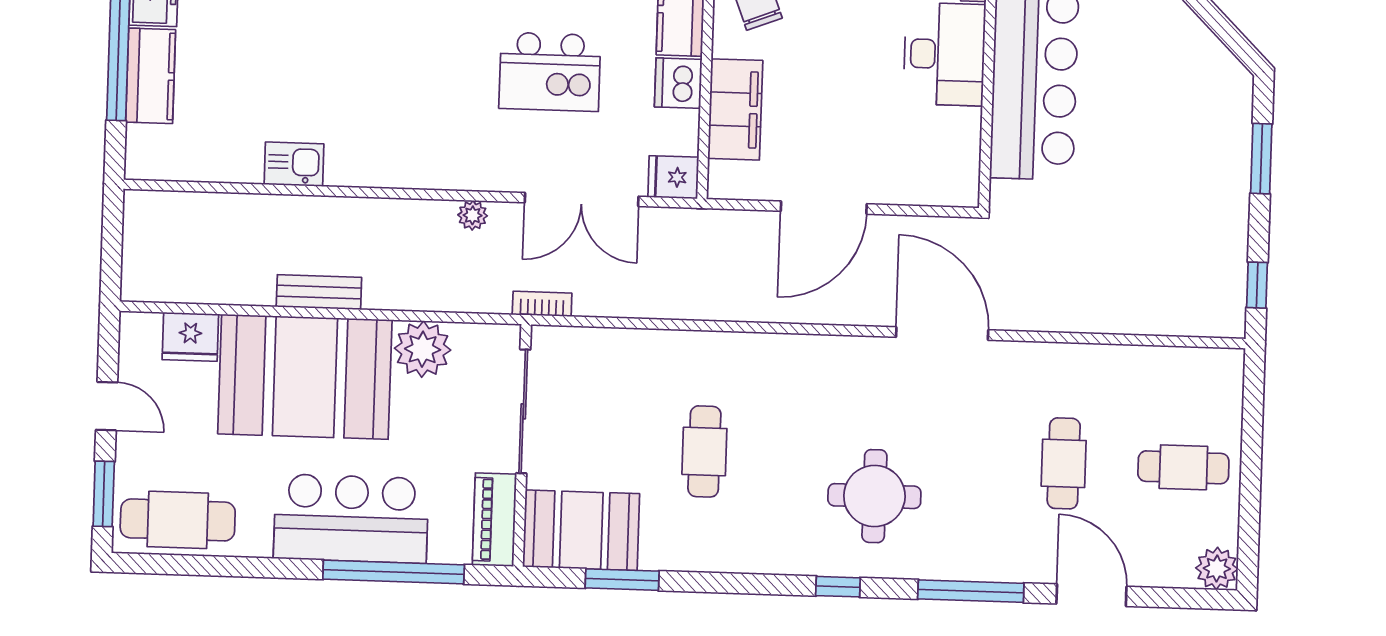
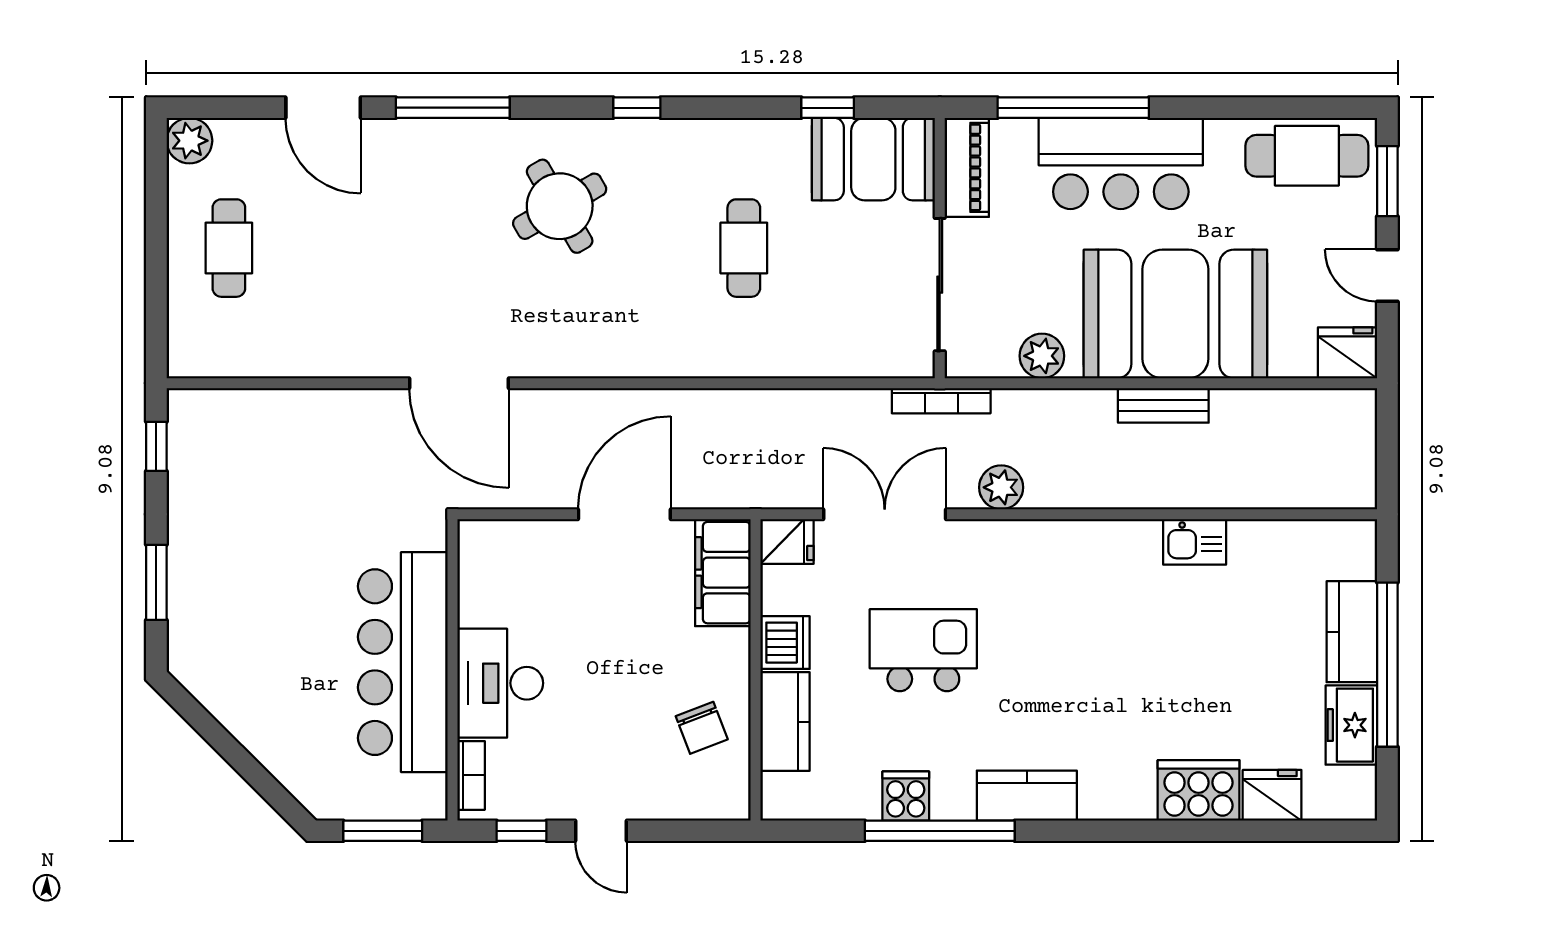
filing cabinet: (735, 109) -> (723, 573), moved
plant: (473, 215) -> (1001, 487), width x1.38, depth x1.38
bookcase: (542, 304) -> (941, 401), width x1.56
door: (942, 334) -> (459, 383), moved
fridge: (190, 337) -> (1348, 353), moved
plant: (423, 349) -> (1042, 356), width x0.73, depth x0.73
cafe table: (1064, 463) -> (358, 248), removed
cafe table: (1183, 467) -> (229, 248), turned 90
round table: (874, 496) -> (560, 206), turned -30
window: (622, 580) -> (828, 108), width x0.67
window: (838, 587) -> (637, 108), moved

